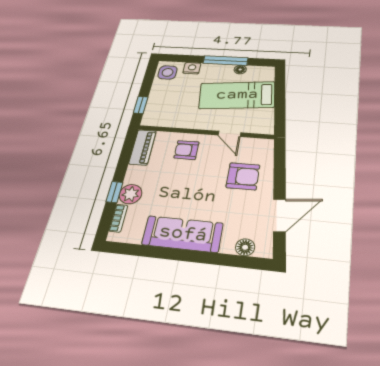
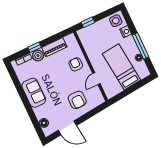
piano: (143, 147) -> (54, 47), moved
sofa: (183, 234) -> (34, 93), width x0.73

